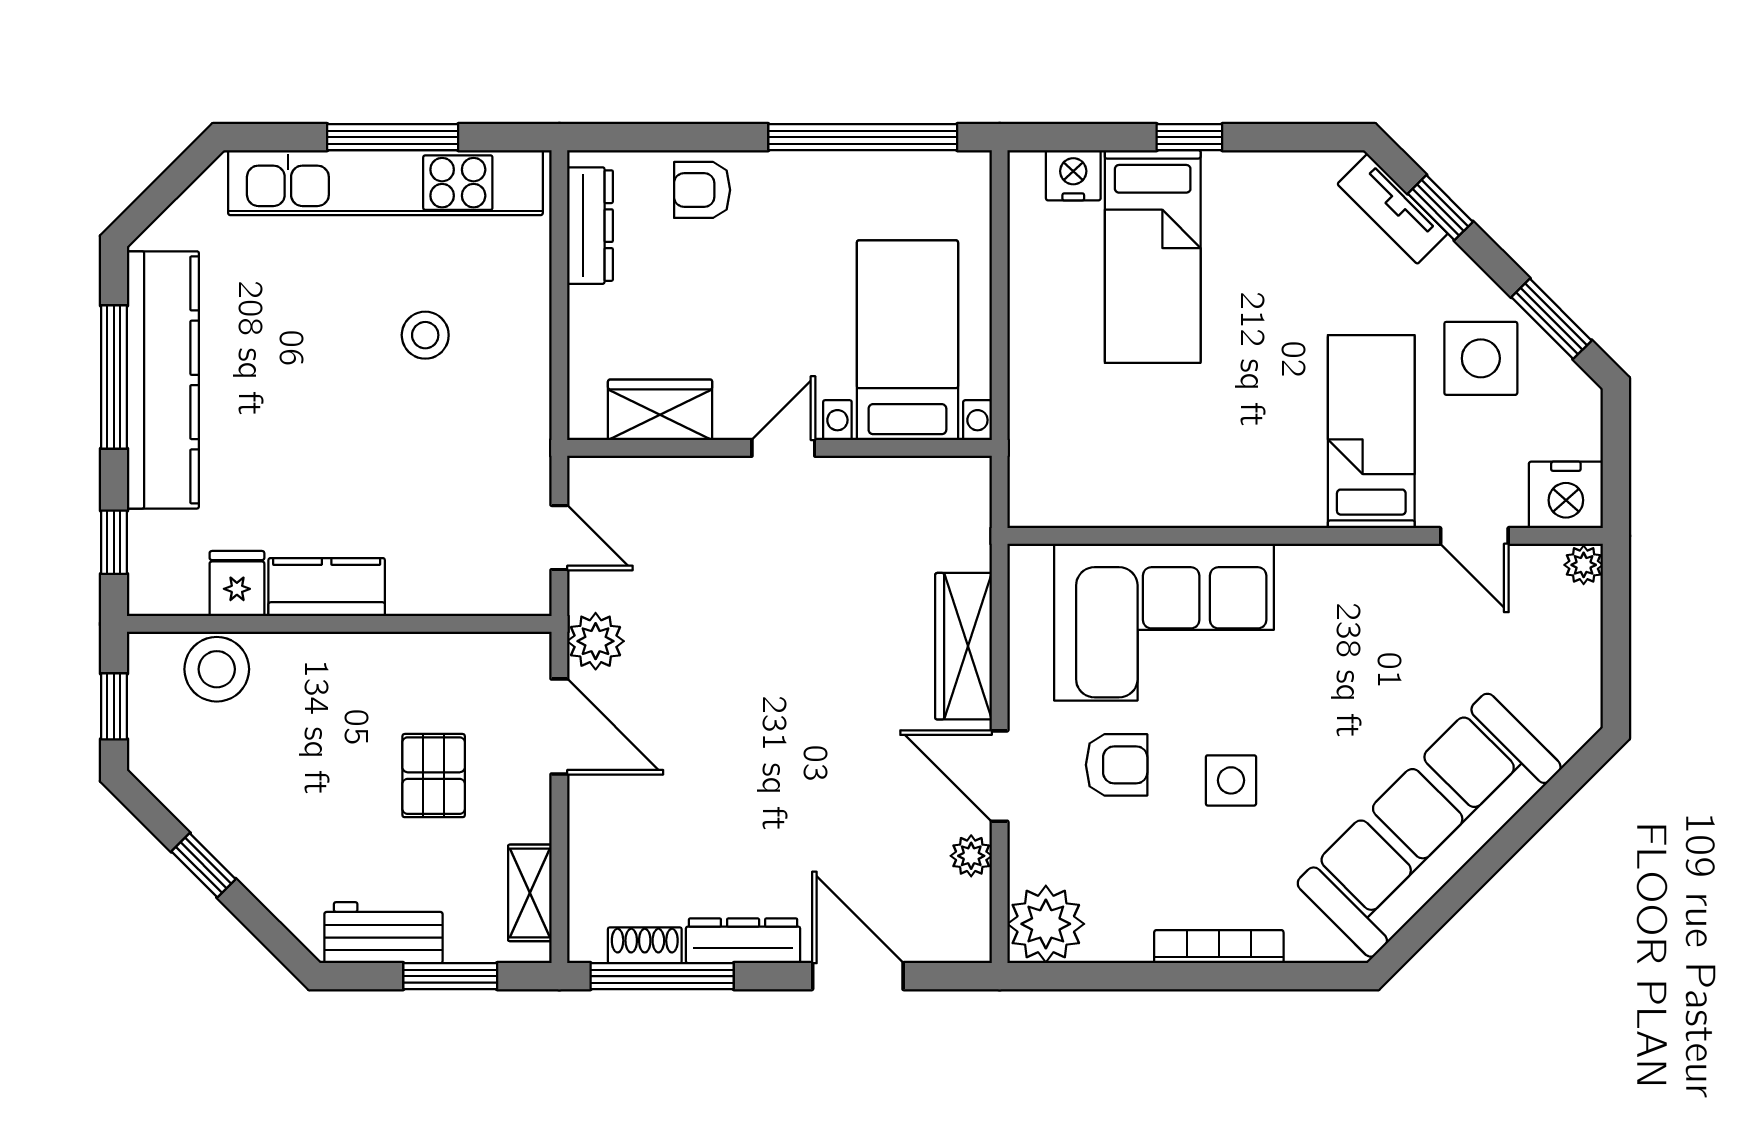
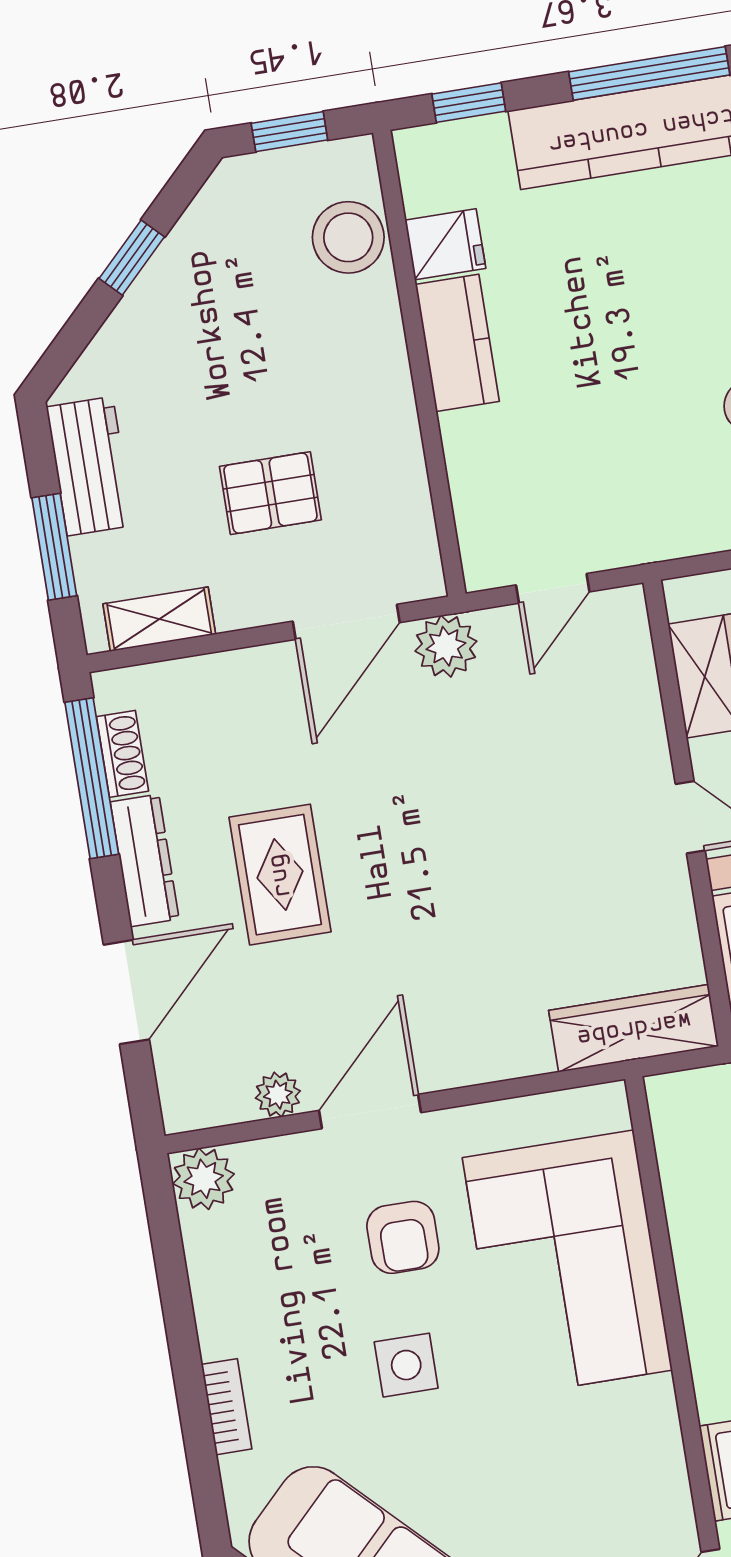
wardrobe: (963, 646) -> (634, 1028), moved
rug: (775, 822) -> (280, 875), added
plant: (1046, 924) -> (204, 1179), width x0.73, depth x0.73
bookcase: (1219, 947) -> (227, 1407), width x0.64

